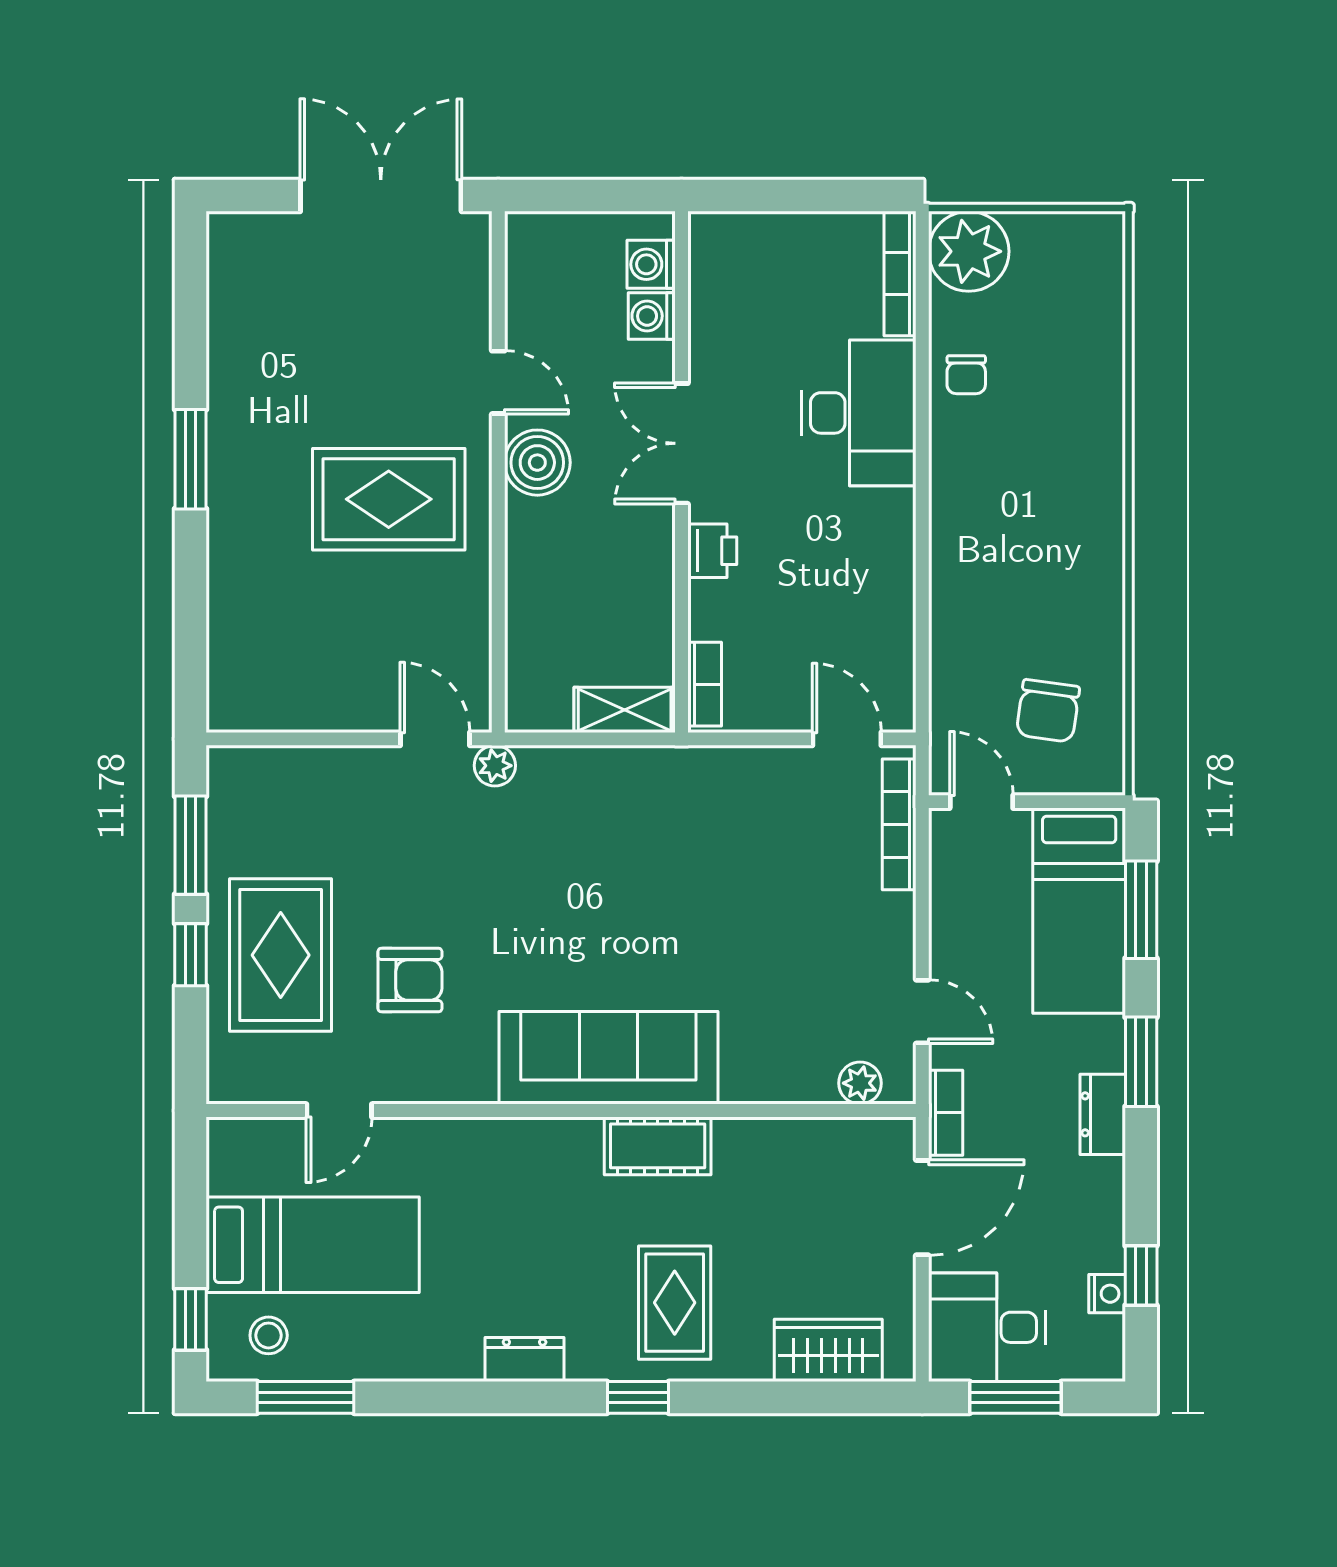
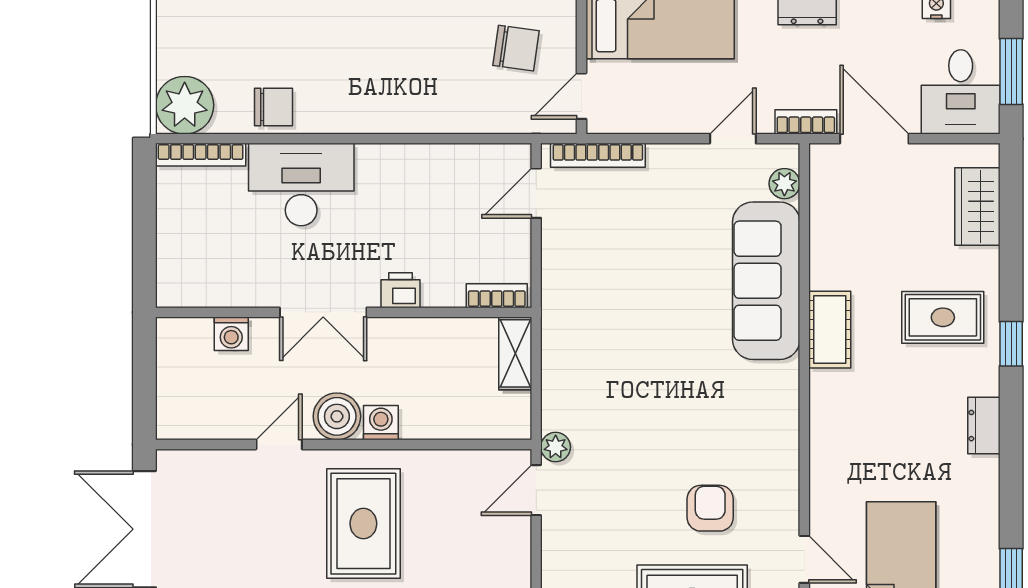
washing machine: (651, 264) -> (381, 423), moved, turned 180
chair: (966, 375) -> (274, 107), width x1.37, depth x1.37
sofa: (608, 1058) -> (766, 281), moved

